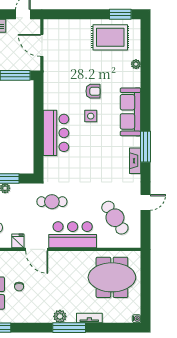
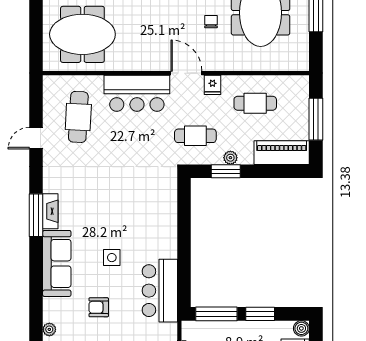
armchair: (93, 91) -> (99, 307), moved
bar counter: (56, 133) -> (160, 291), moved
fireplace: (135, 161) -> (50, 211), moved
cafe table: (52, 202) -> (195, 136), moved
cafe table: (115, 218) -> (78, 117), turned 36

